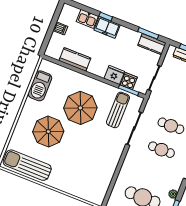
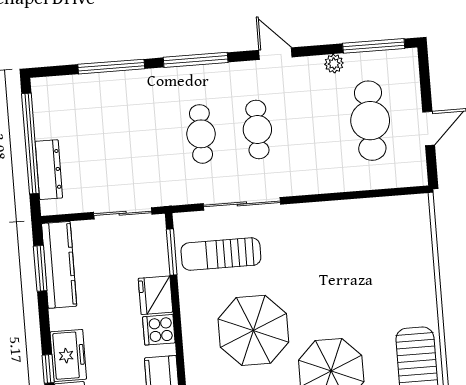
kitchen counter: (152, 44) -> (59, 265), width x1.50
cooker: (129, 81) -> (159, 330), moved

